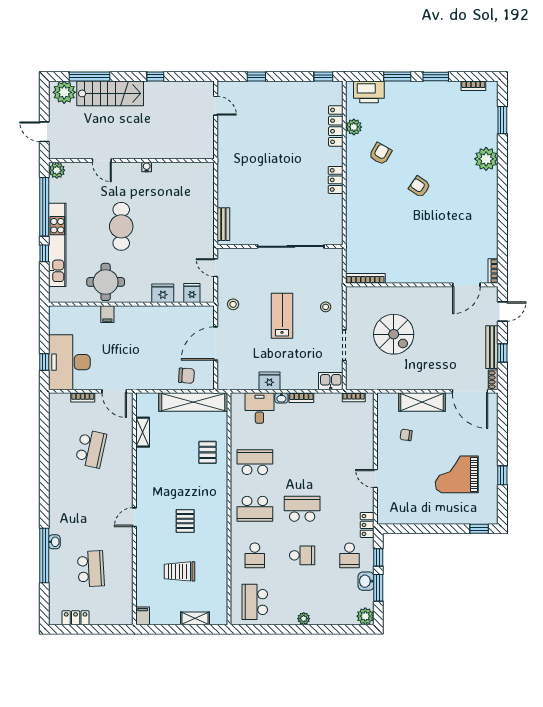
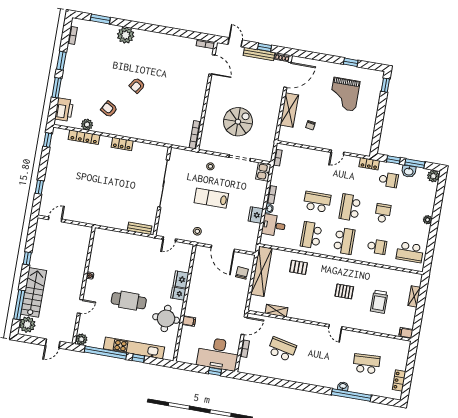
fridge: (192, 293) -> (178, 294), moved
school desk: (302, 462) -> (317, 202), added

